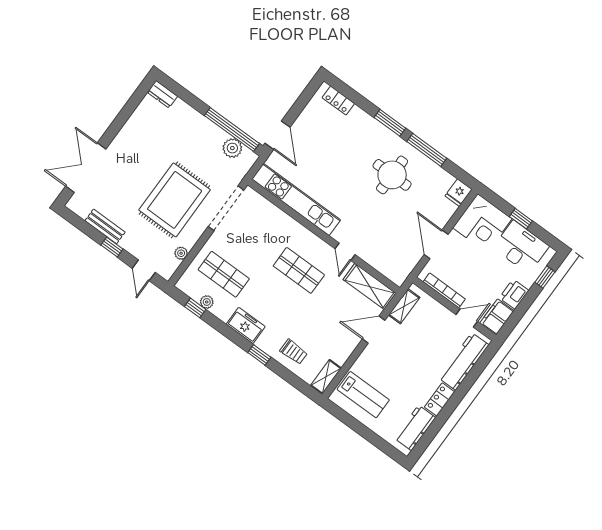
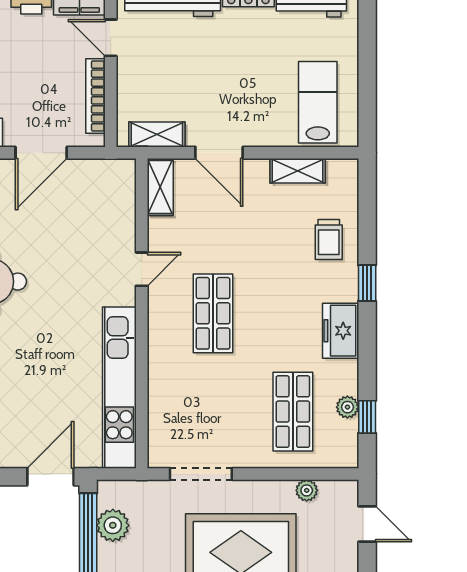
doorway: (226, 208) -> (201, 474), width x0.73
door: (144, 270) -> (367, 524), hinge flipped
shelving: (370, 286) -> (160, 187), width x0.67, depth x0.75
trolley: (294, 352) -> (329, 239), turned 180
shelving: (326, 377) -> (298, 171), moved

